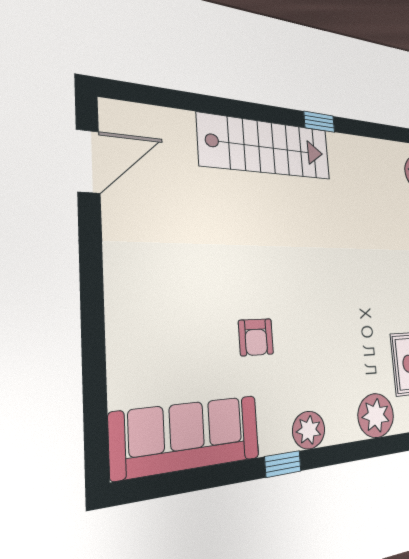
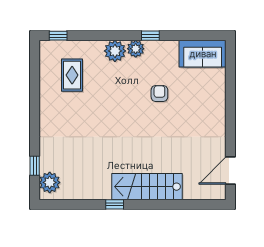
plant: (376, 416) -> (115, 51), moved
sofa: (187, 436) -> (203, 54), width x0.73

